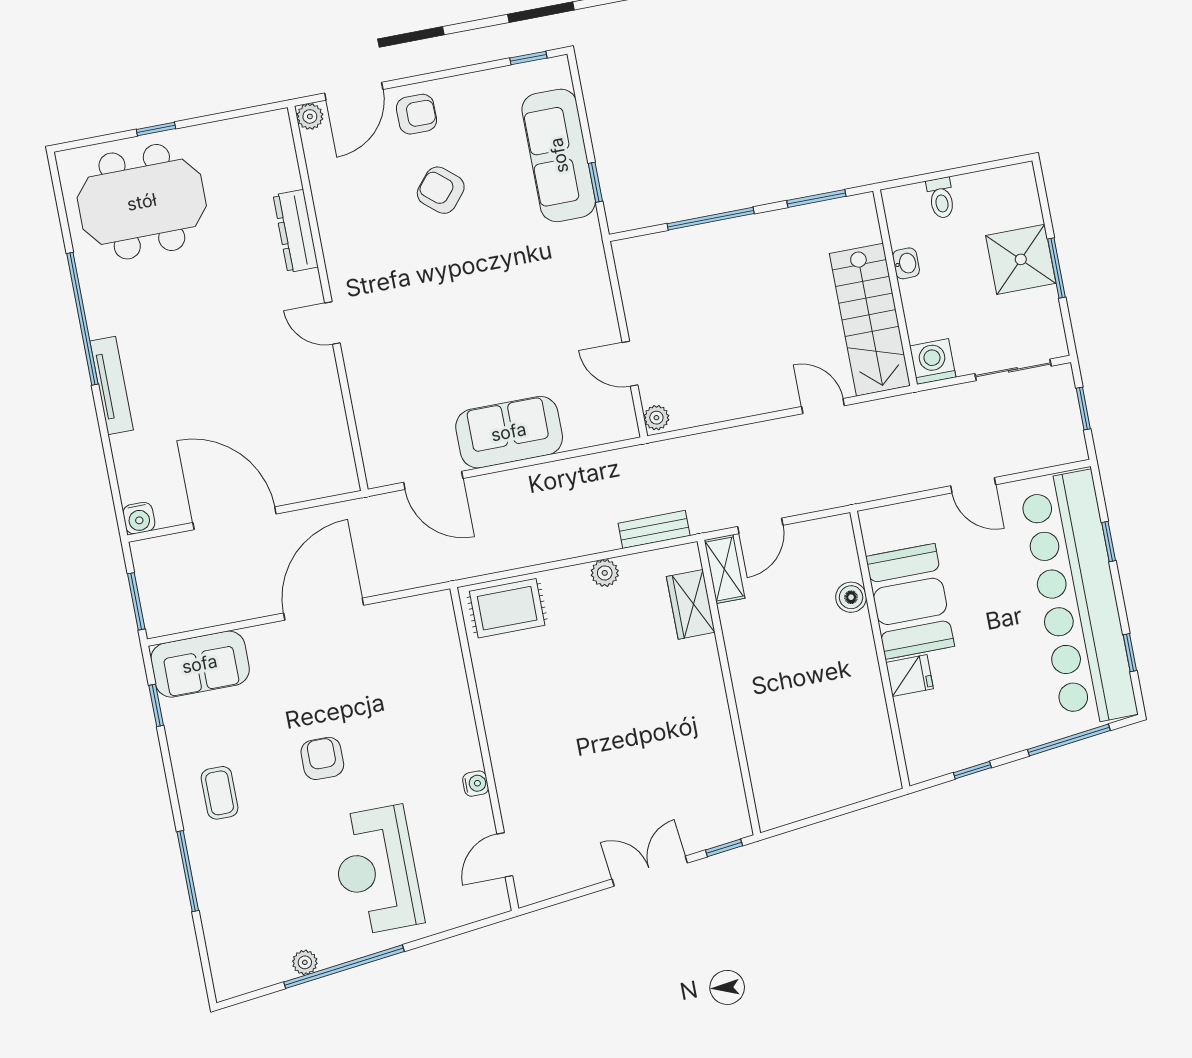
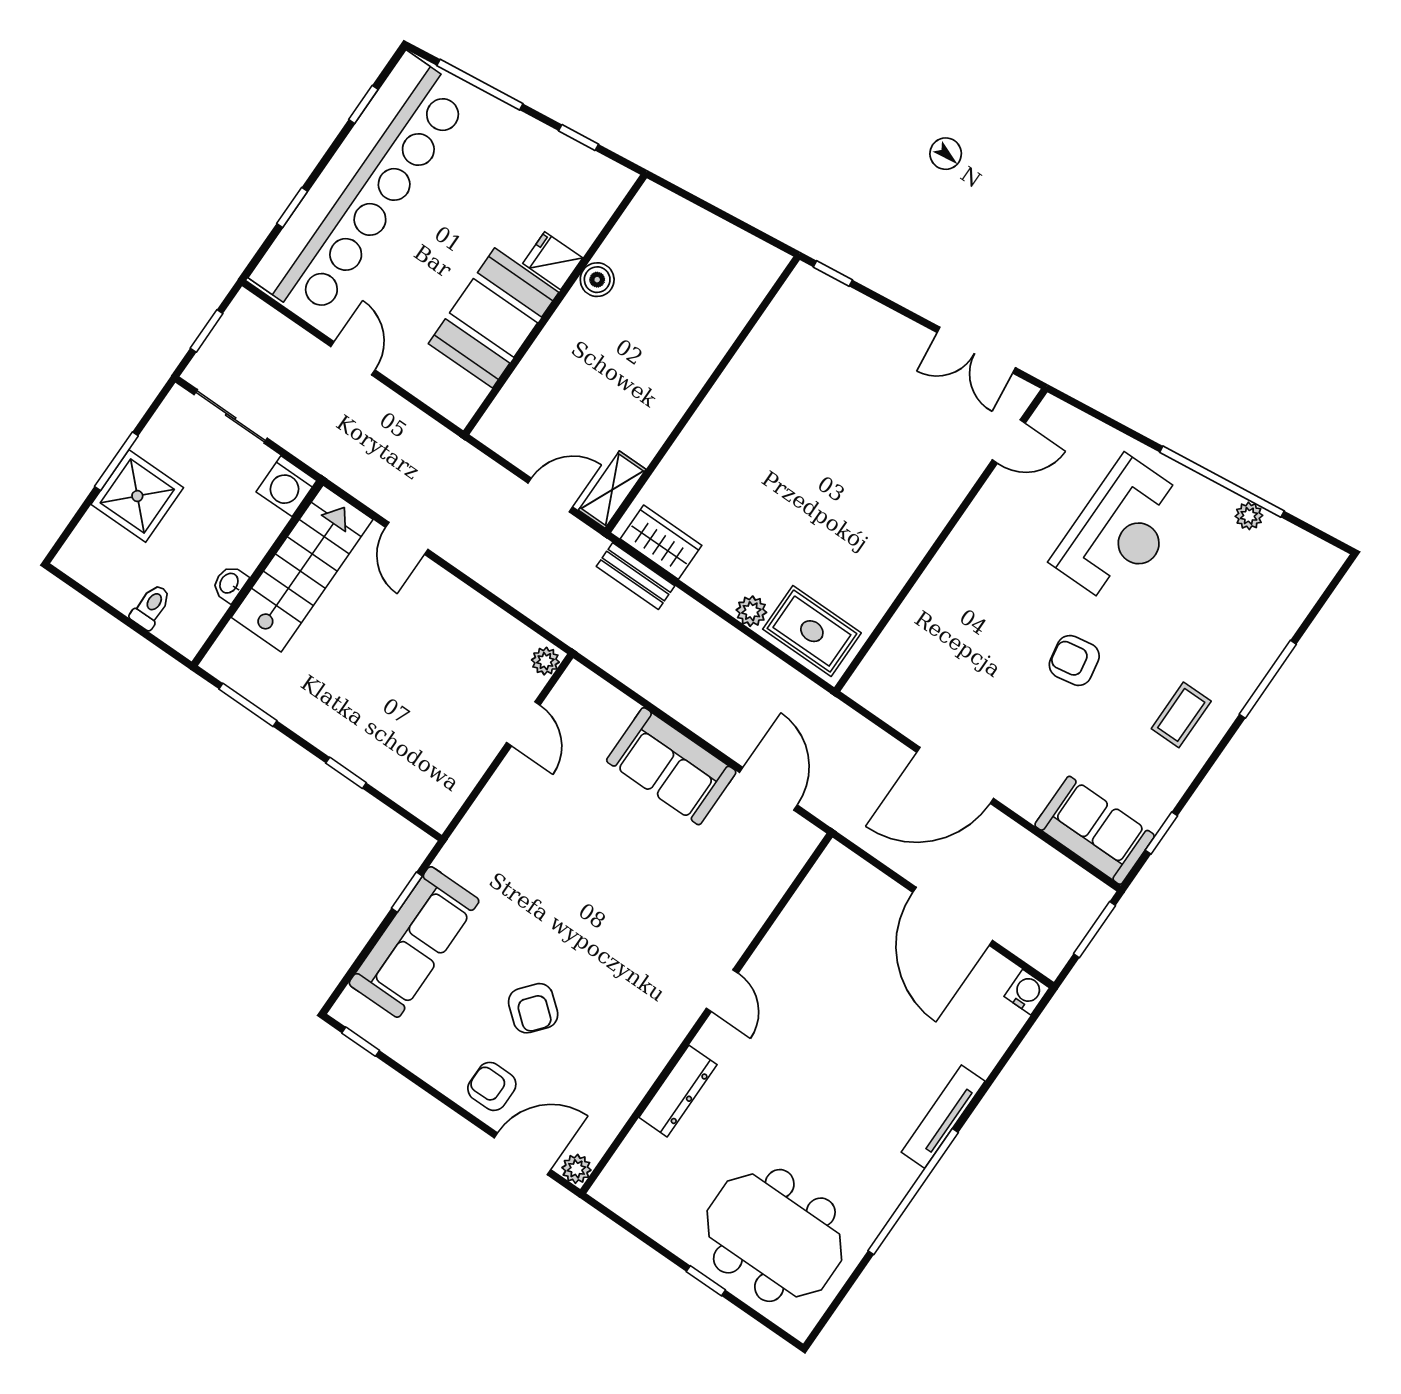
window: (711, 219) -> (346, 773), width x0.46
plant: (605, 573) -> (751, 611), moved
boiler: (851, 597) -> (597, 280), moved
wardrobe: (691, 604) -> (661, 542), moved, turned -90
armchair: (322, 758) -> (1074, 660), turned 80
water cooler: (476, 784) -> (975, 520), removed
double door: (650, 871) -> (976, 350), moved

